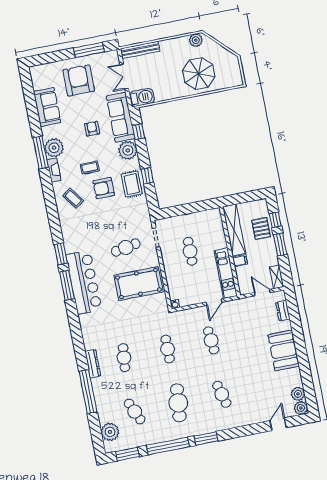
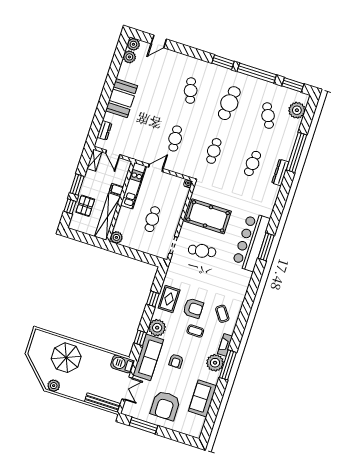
plant: (215, 215) -> (116, 237), added
window: (61, 254) -> (257, 275), removed

